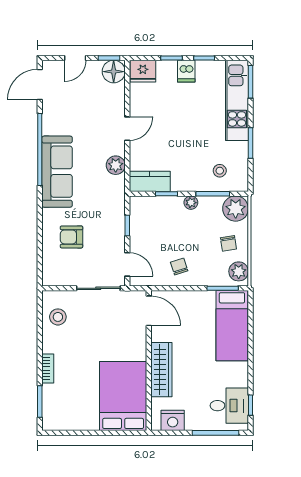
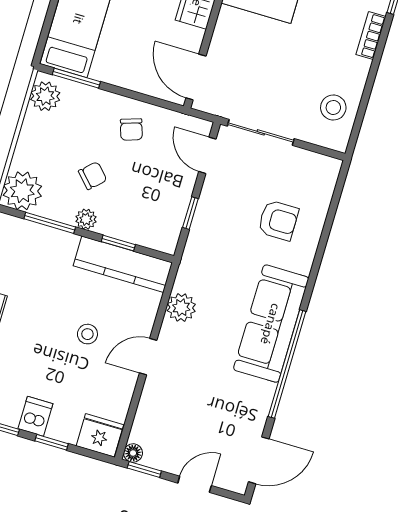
floor lamp: (114, 72) -> (133, 453), width x0.53, depth x0.53
stool: (220, 171) -> (87, 334), moved
kitchen counter: (150, 181) -> (123, 264), width x1.50
chair: (228, 243) -> (93, 176), moved, turned 56

